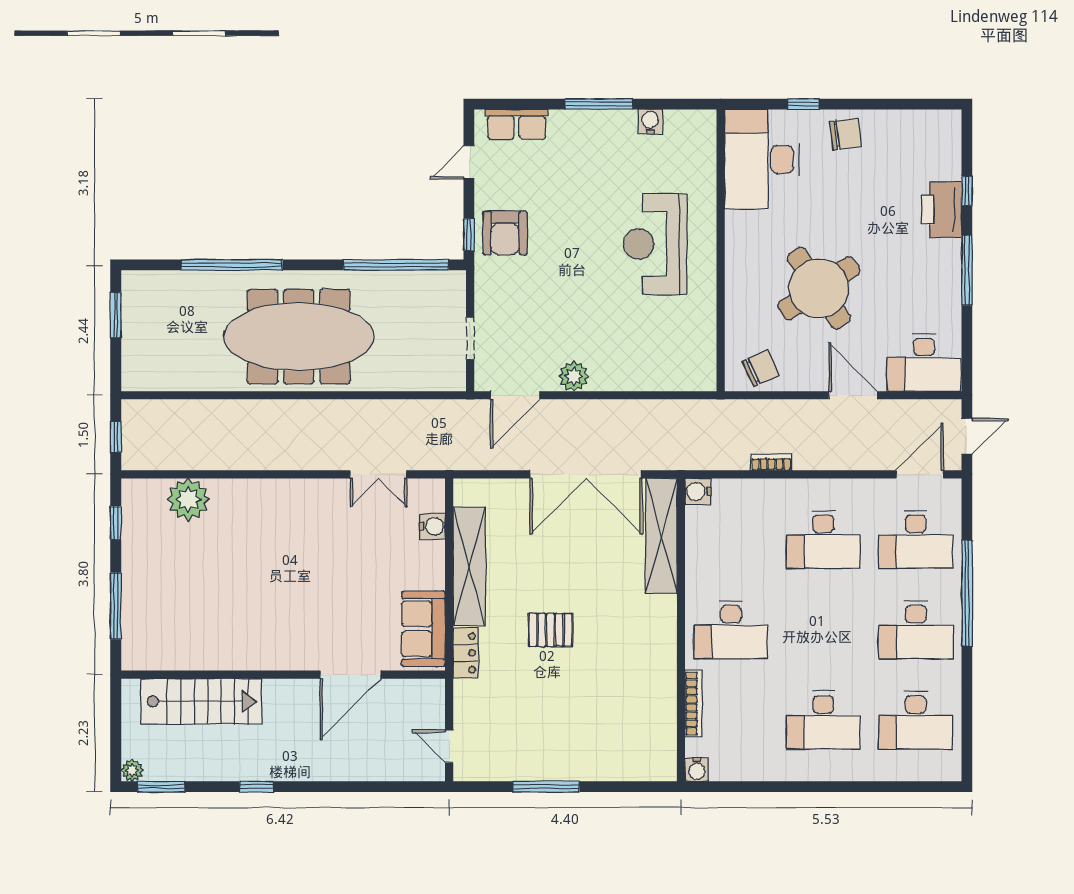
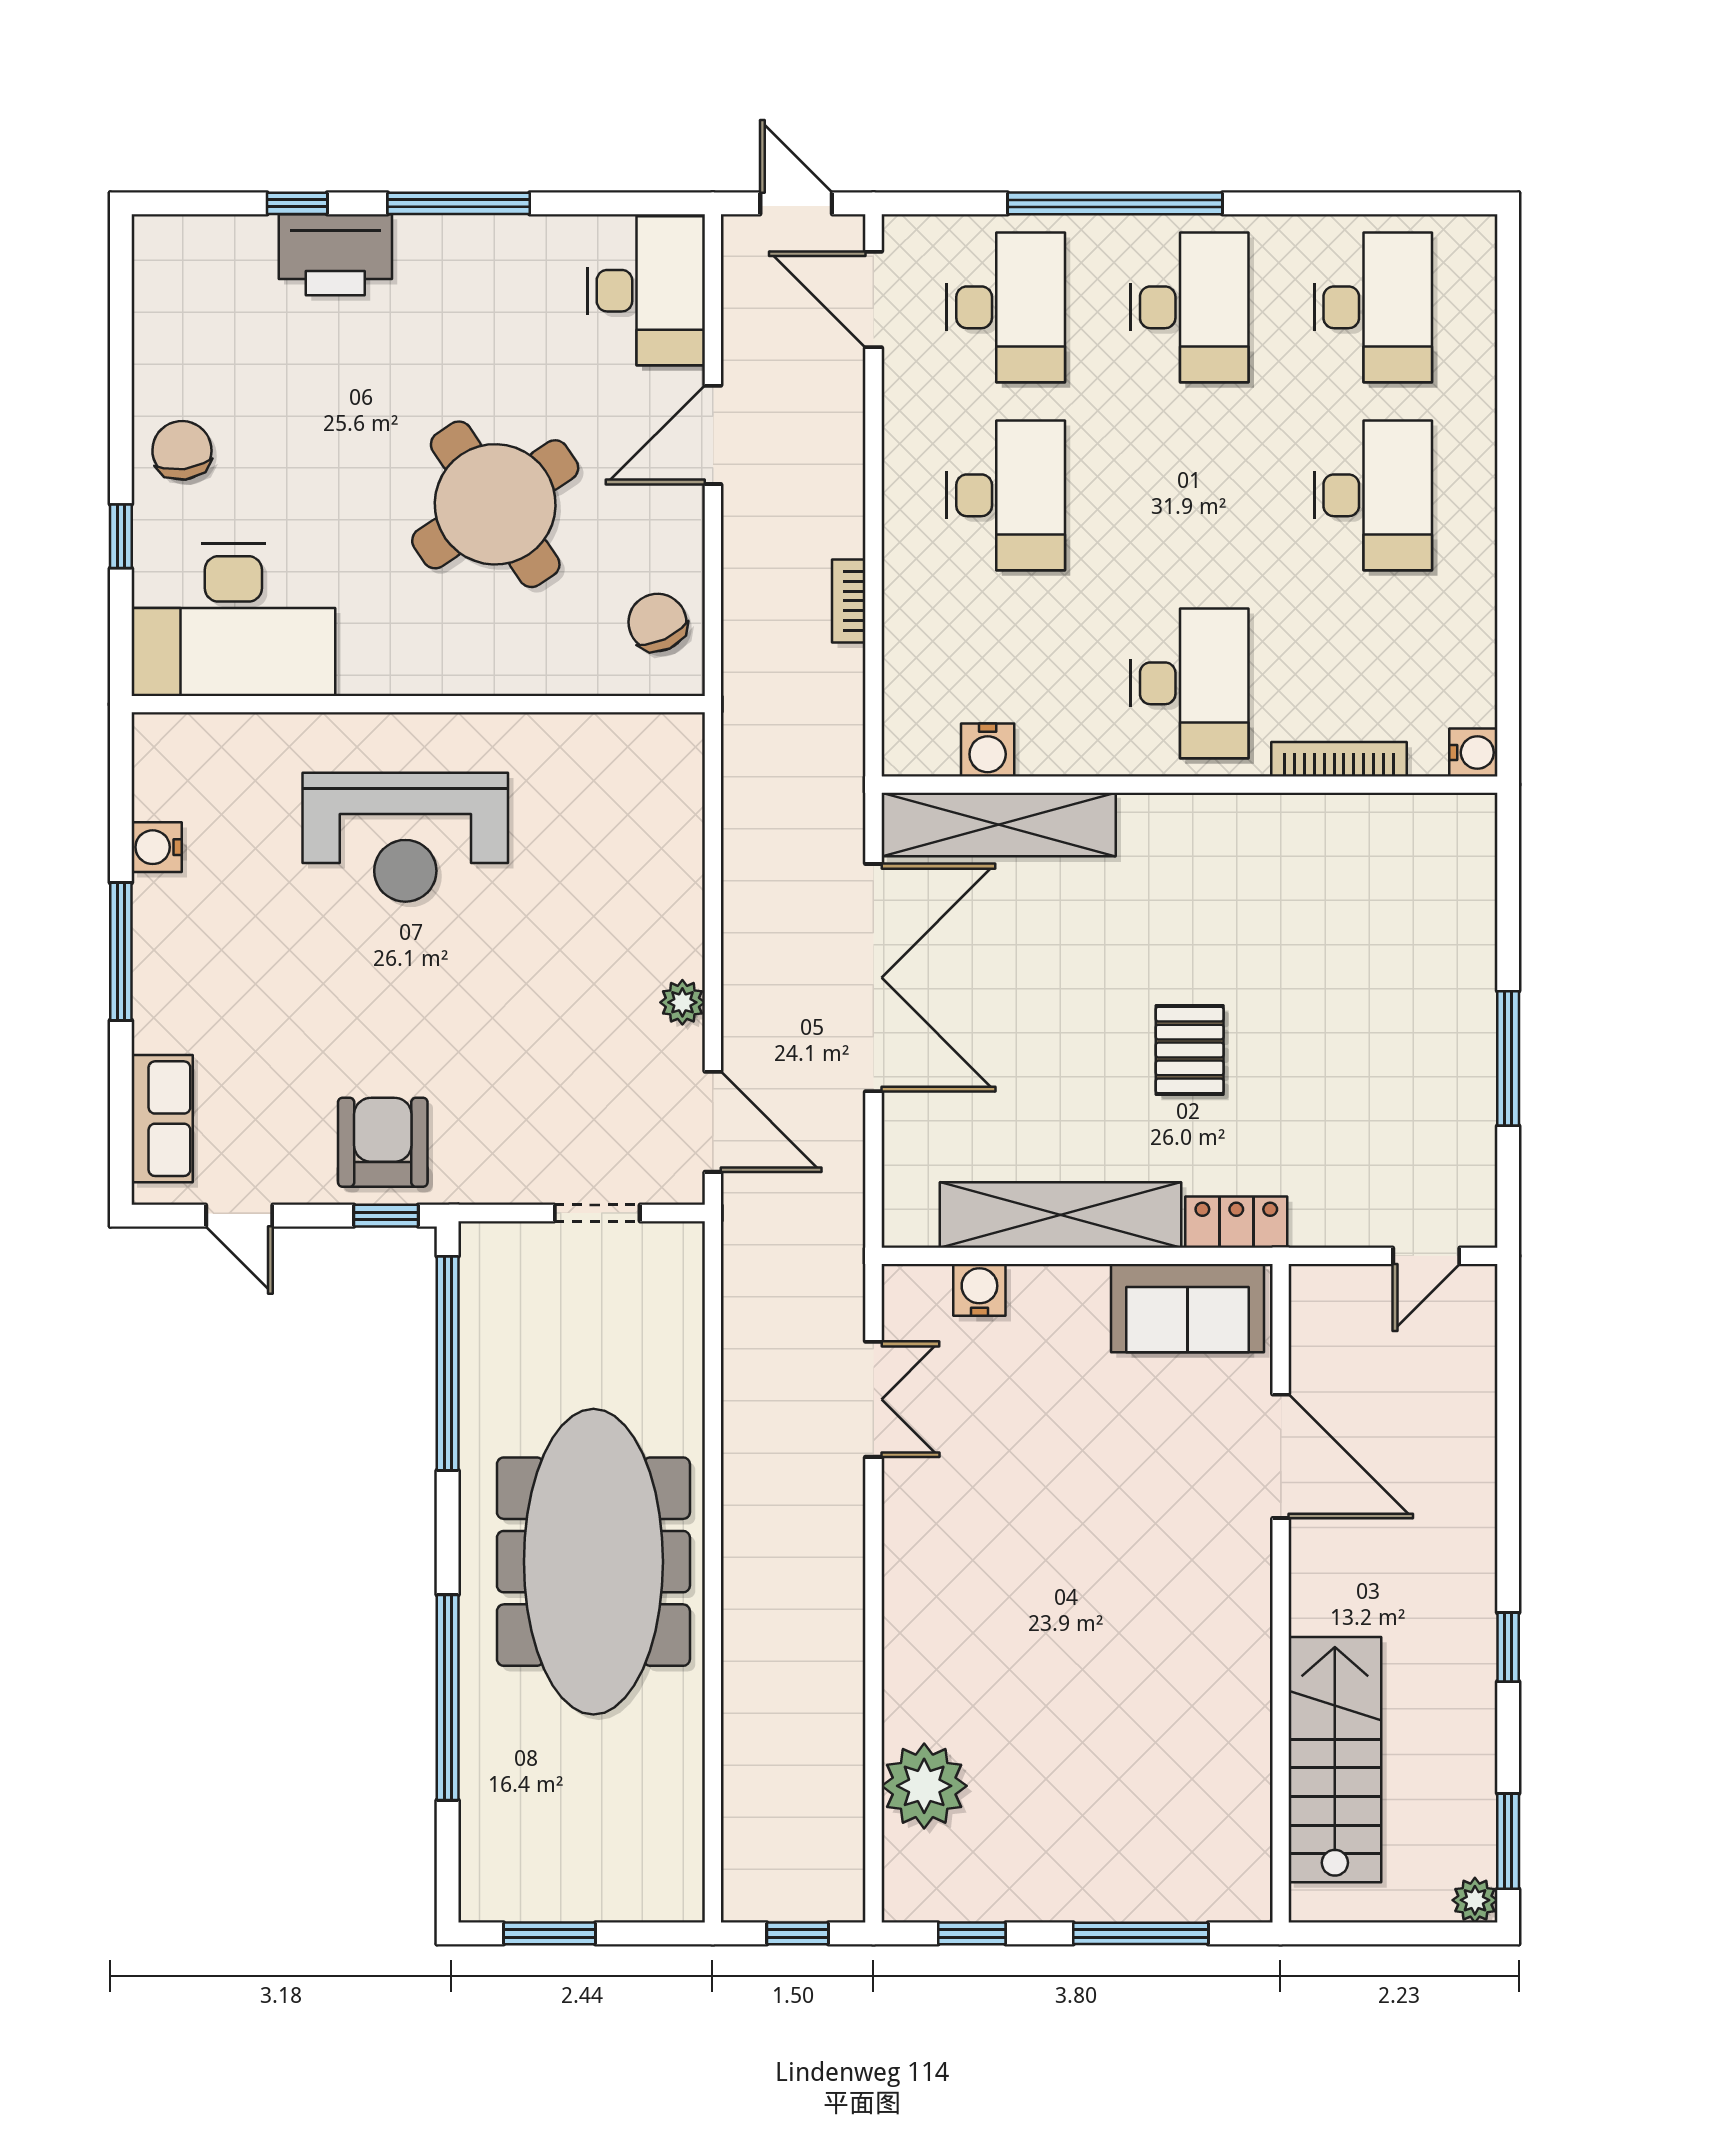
armchair: (505, 233) -> (383, 1142), turned -90
plant: (574, 376) -> (682, 1002), width x0.73, depth x0.73
water cooler: (698, 491) -> (988, 750), moved

